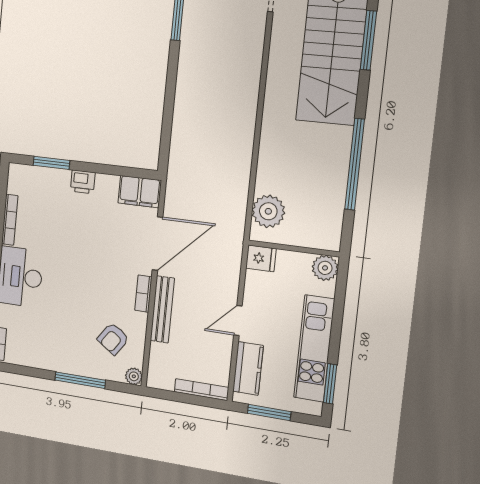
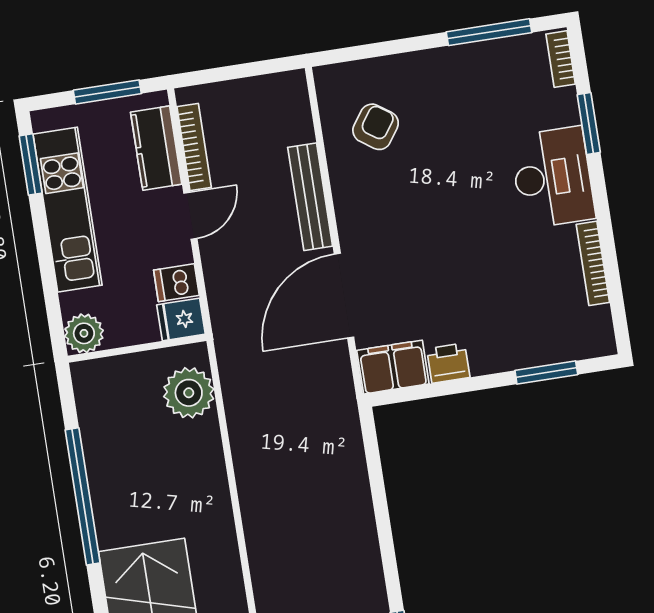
printer: (83, 182) -> (448, 363), moved
dishwasher: (258, 282) -> (176, 283), added
bookcase: (143, 294) -> (346, 212), removed
plant: (134, 376) -> (328, 79), removed
window: (80, 380) -> (489, 32), moved
bookcase: (201, 390) -> (194, 147), moved, turned -90

